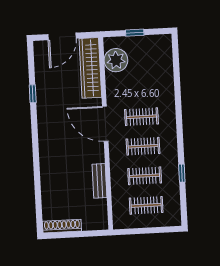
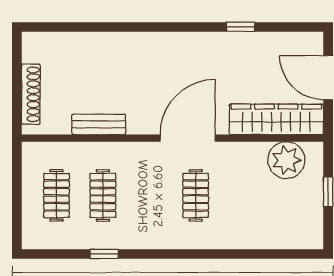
clothes rail: (143, 146) -> (149, 195), removed
shoe rack: (62, 226) -> (31, 94), moved

